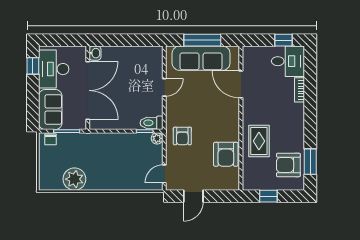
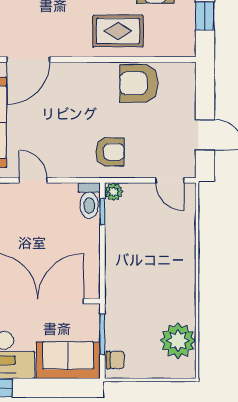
armchair: (226, 154) -> (139, 83), turned 180
plant: (74, 179) -> (178, 341), moved

